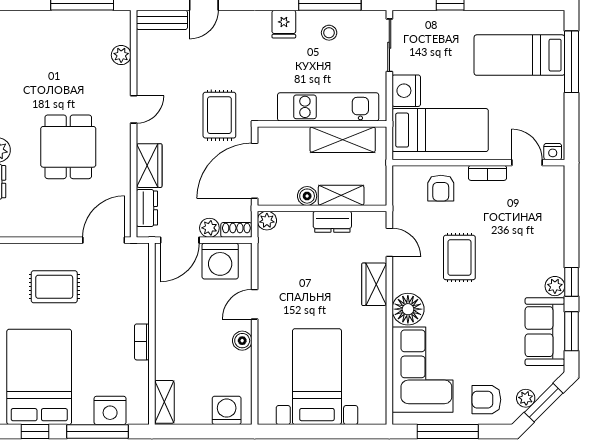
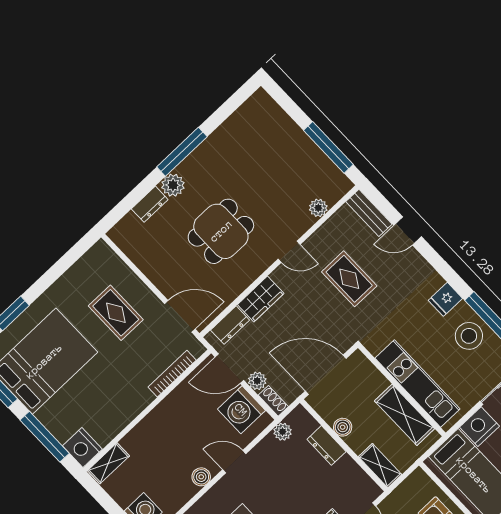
stool: (329, 33) -> (469, 336), width x1.89, depth x1.89
rug: (219, 115) -> (349, 279), moved, turned 90
shelving: (341, 195) -> (380, 466), moved
plant: (267, 221) -> (283, 432), moved
dresser: (332, 222) -> (326, 445), moved
bookcase: (142, 342) -> (172, 374), moved, width x1.56
nightstand: (110, 410) -> (82, 448), moved

